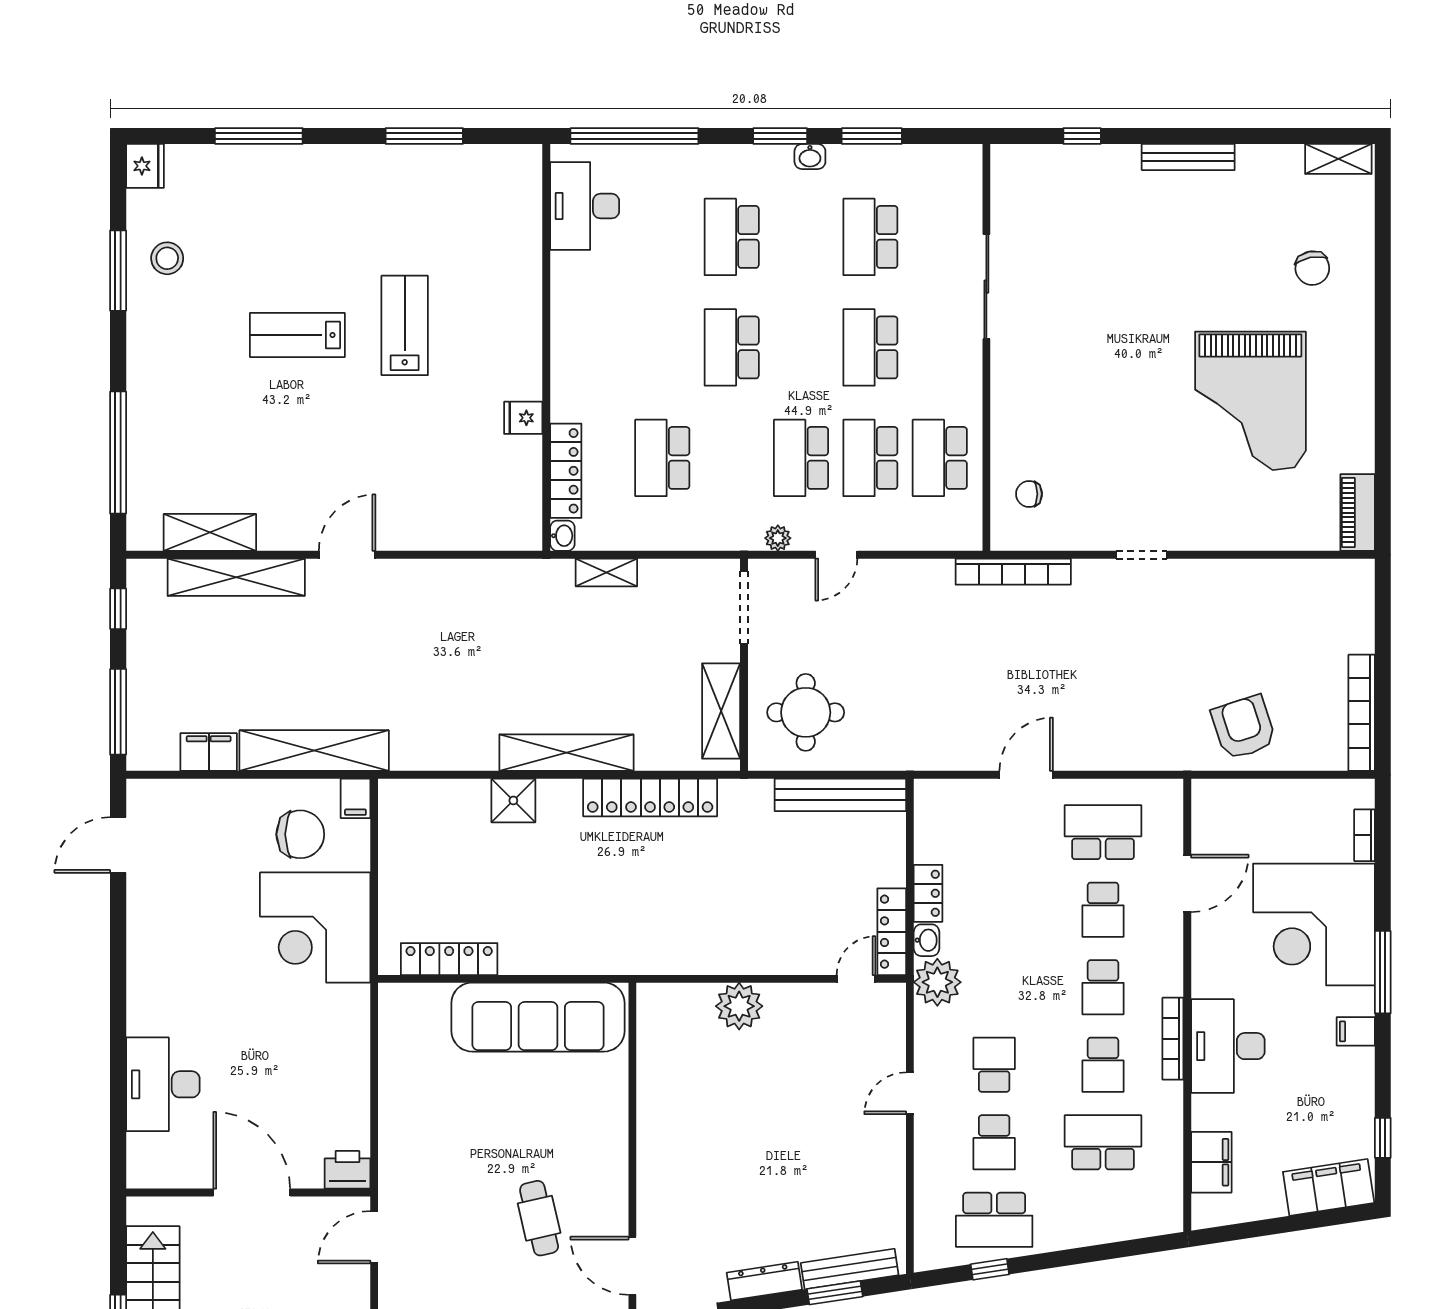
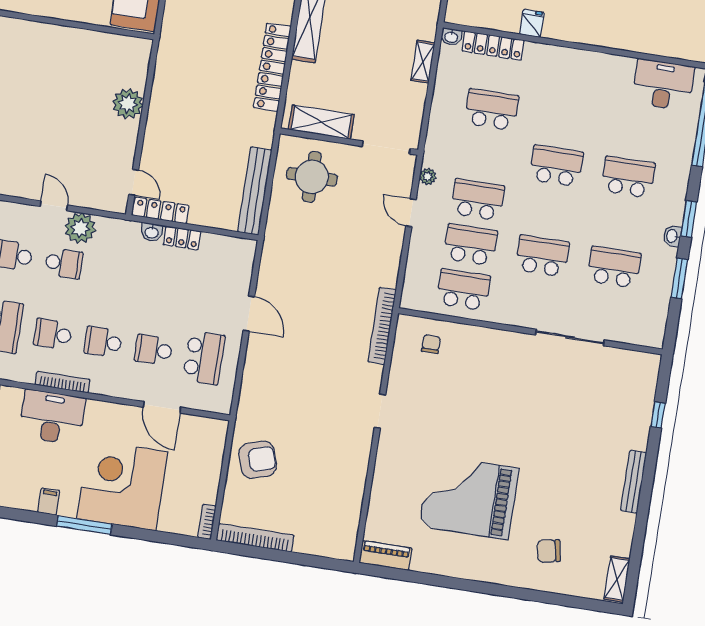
bookcase: (1364, 835) -> (207, 522), moved, turned -90
plant: (937, 982) -> (80, 228), moved

